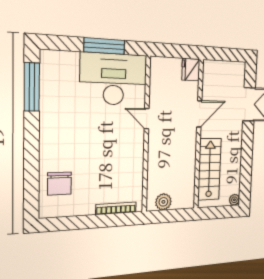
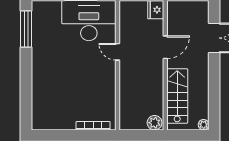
chair: (59, 183) -> (47, 103), removed
plant: (163, 202) -> (155, 123), moved

